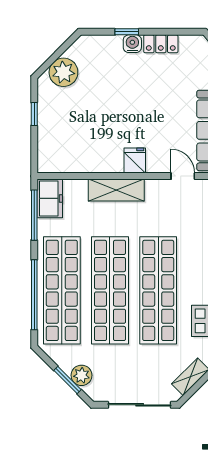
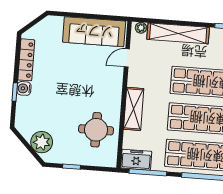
locker: (161, 44) -> (26, 60), width x1.53
round table: (85, 143) -> (96, 130), added
fridge: (135, 160) -> (112, 93), removed

